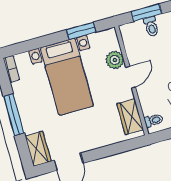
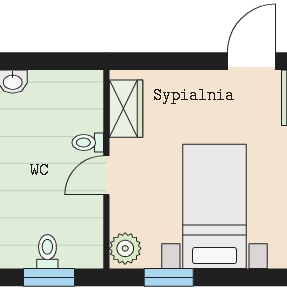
plant: (115, 60) -> (125, 248), moved
toilet: (154, 120) -> (88, 143), moved

